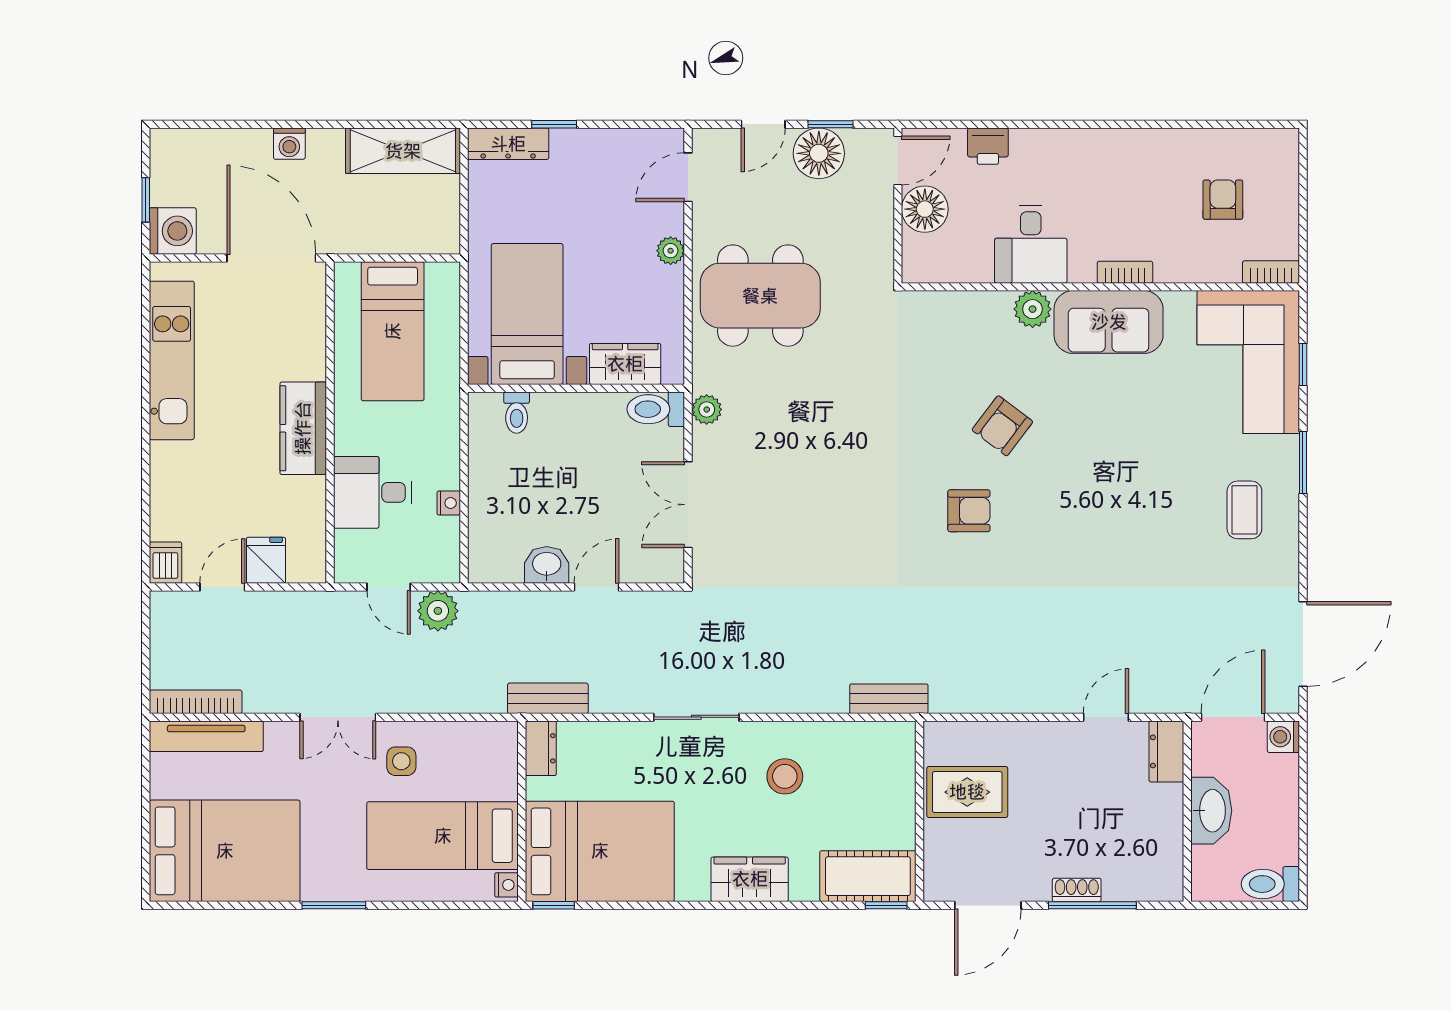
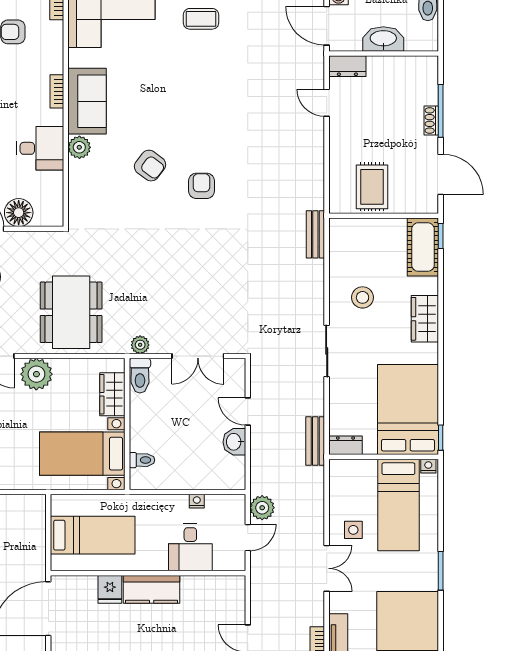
plant: (671, 251) -> (36, 374), width x1.87, depth x1.87
fridge: (266, 560) -> (110, 589), moved, turned -90

